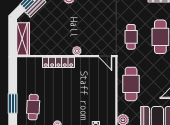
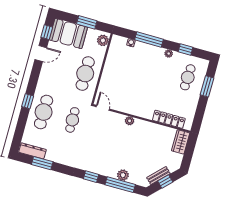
wardrobe: (23, 39) -> (181, 142), width x0.67
locker: (58, 62) -> (169, 119), moved

